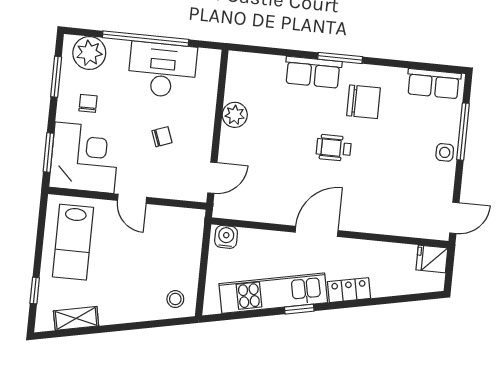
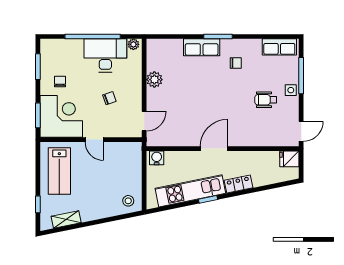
plant: (89, 53) -> (133, 44), moved, width x0.53, depth x0.53
chair: (364, 102) -> (236, 63), width x0.54, depth x0.54
wheelchair: (334, 148) -> (266, 100), moved

